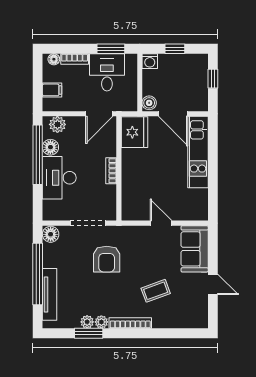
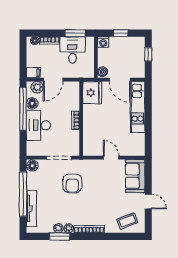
filing cabinet: (52, 90) -> (33, 73), moved
door: (99, 114) -> (53, 80), moved
coffee table: (156, 291) -> (127, 221), moved

